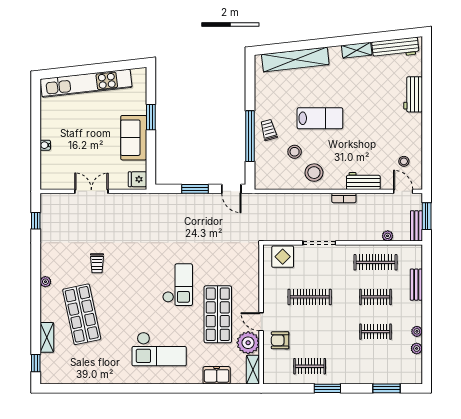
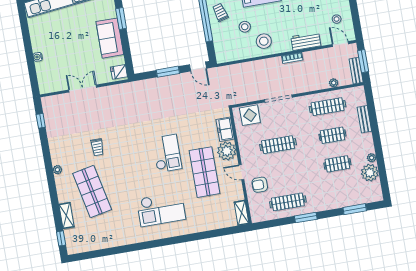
plant: (248, 343) -> (227, 151), moved
plant: (417, 348) -> (370, 173), width x1.87, depth x1.87
clothes rail: (310, 366) -> (288, 202), width x1.36
freezer: (217, 375) -> (225, 129), moved, turned -90

